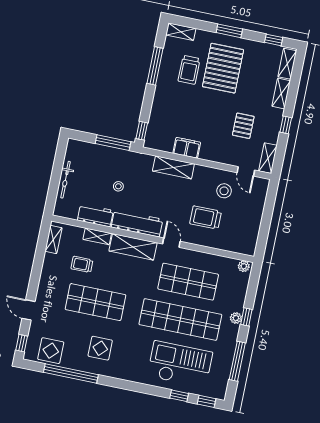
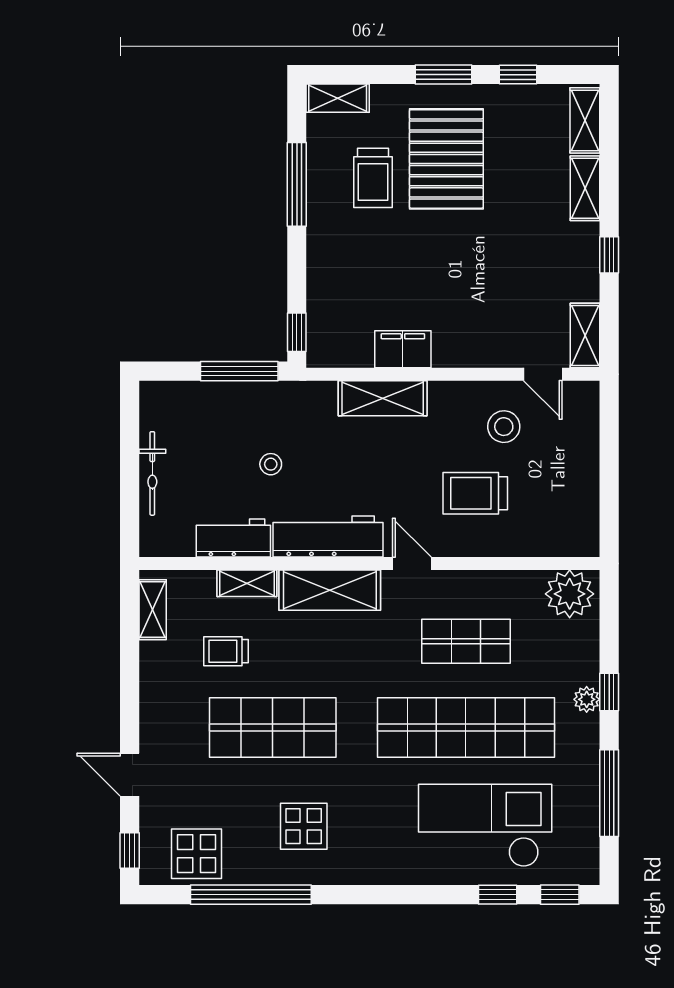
window: (274, 40) -> (518, 75), moved
pallet: (243, 126) -> (517, 276), removed
plant: (244, 266) -> (570, 594), width x1.87, depth x1.87
shop shelf: (188, 282) -> (466, 641), width x0.70, depth x0.74

